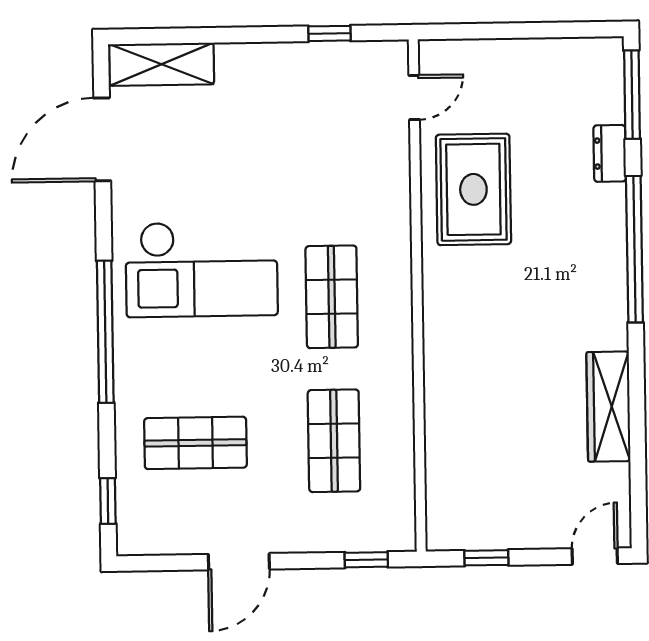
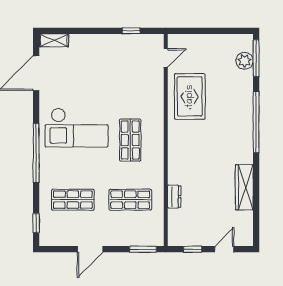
shelving: (162, 64) -> (54, 40), width x0.67, depth x0.75
plant: (604, 102) -> (244, 61), added
dresser: (610, 153) -> (174, 197), moved, turned 180
shop shelf: (334, 441) -> (130, 200), turned 90
door: (595, 556) -> (224, 249), moved
window: (366, 560) -> (143, 249), width x1.50

